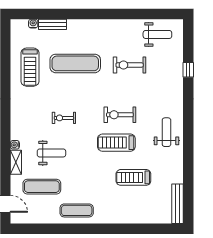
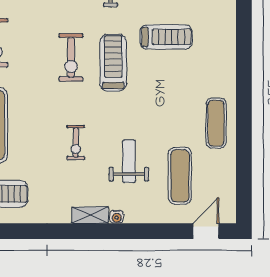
treadmill: (116, 143) -> (113, 63), turned 180
shelving: (16, 162) -> (90, 215), moved
treadmill: (133, 177) -> (166, 37), turned -90

